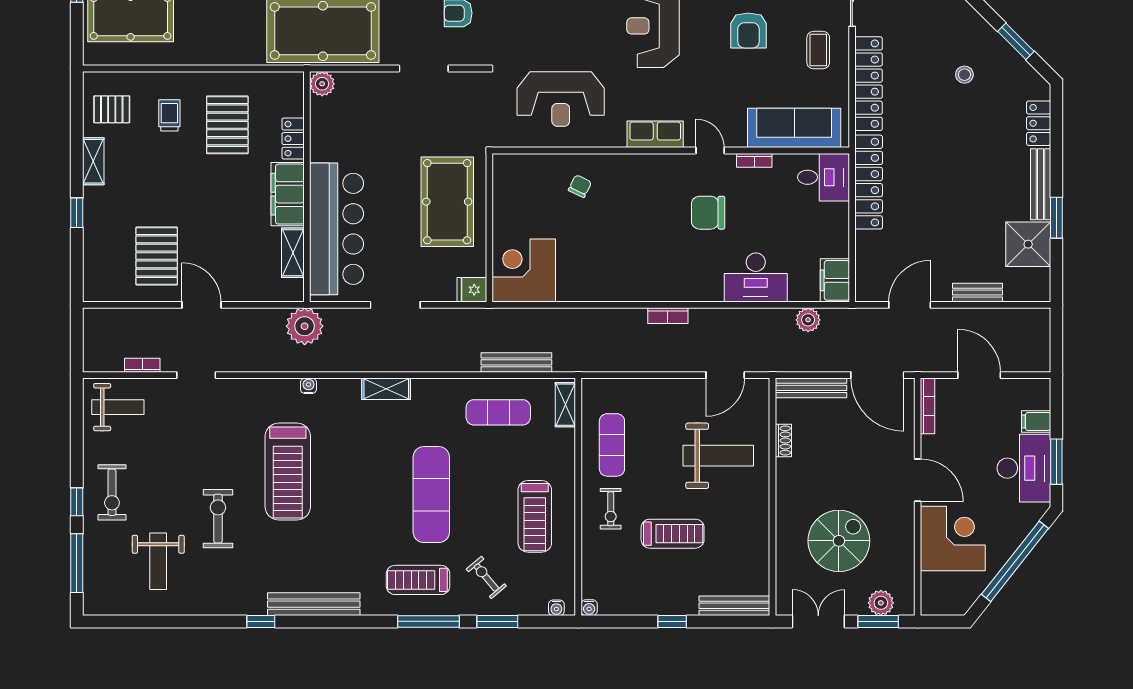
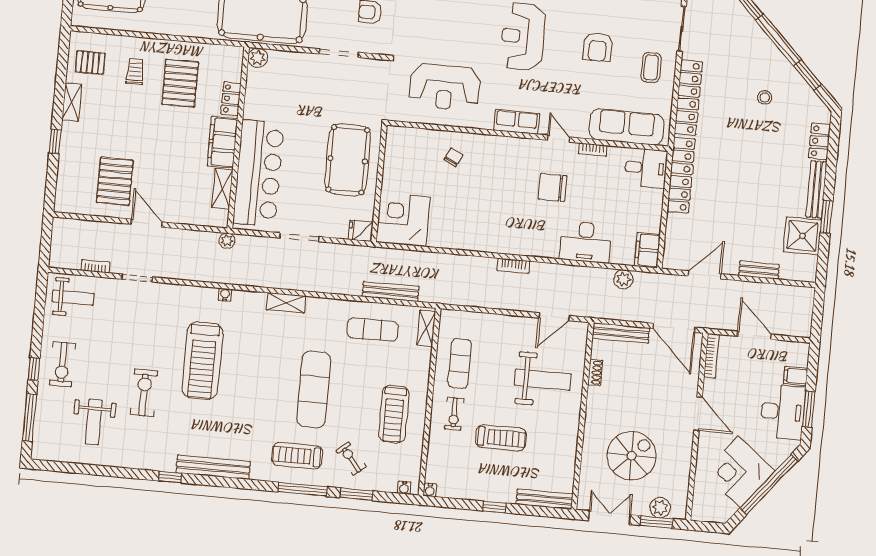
plant: (305, 326) -> (227, 241), width x0.53, depth x0.53
corner desk: (953, 539) -> (739, 472), moved, turned -142

